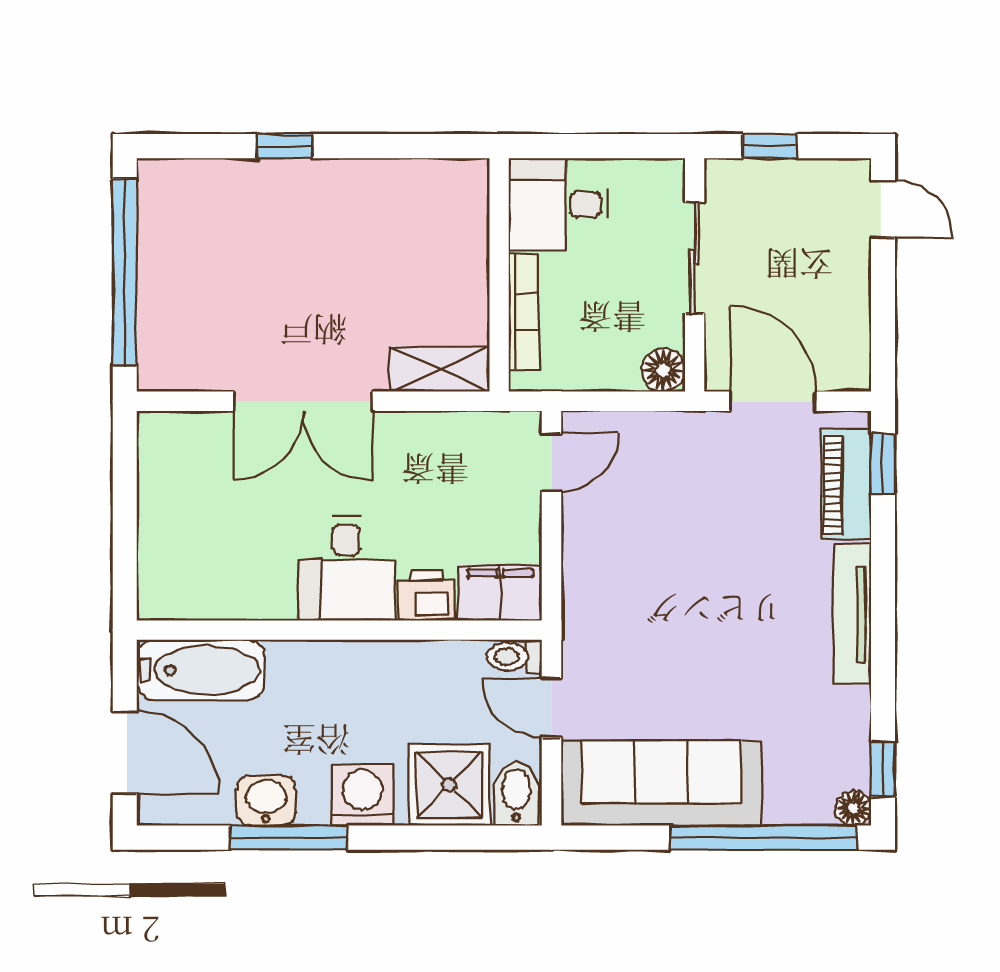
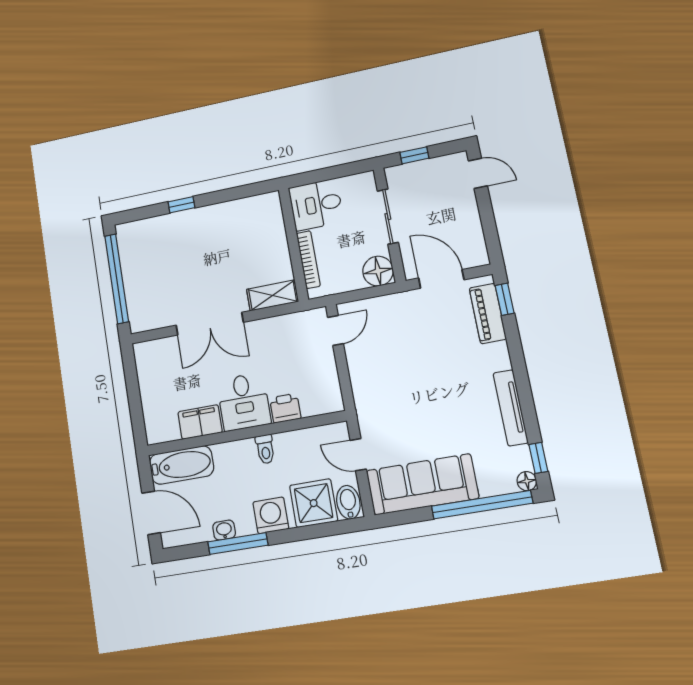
floor lamp: (663, 370) -> (378, 271), width x1.38, depth x1.38
filing cabinet: (500, 593) -> (200, 422), moved
tv unit: (852, 614) -> (511, 408), moved
toilet: (515, 657) -> (265, 449), moved, turned -90
washbasin: (266, 800) -> (224, 530), width x0.72, depth x0.69

